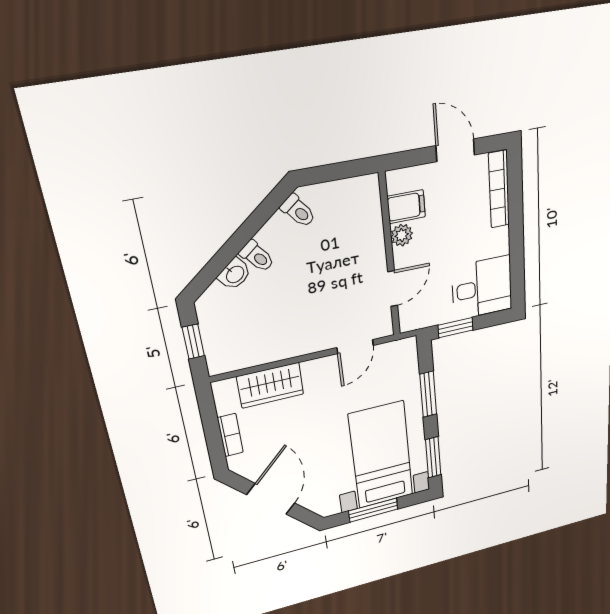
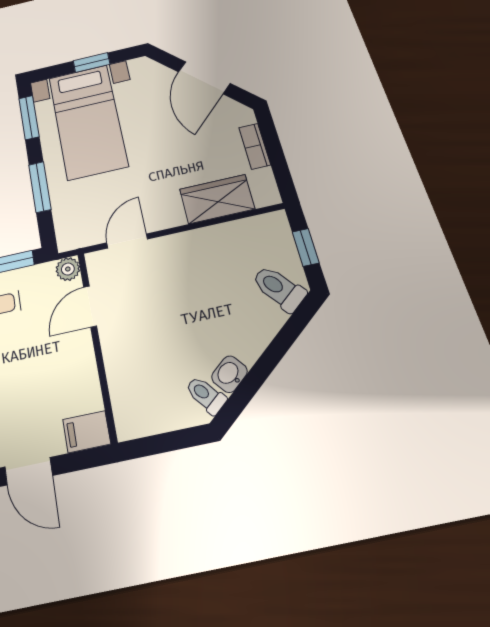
filing cabinet: (406, 207) -> (87, 432), moved
plant: (402, 235) -> (68, 269), moved
toilet: (257, 256) -> (279, 288), moved, width x1.37, depth x1.39
washbasin: (235, 274) -> (229, 374), moved
window: (373, 510) -> (92, 63), width x0.67

